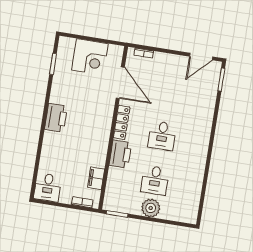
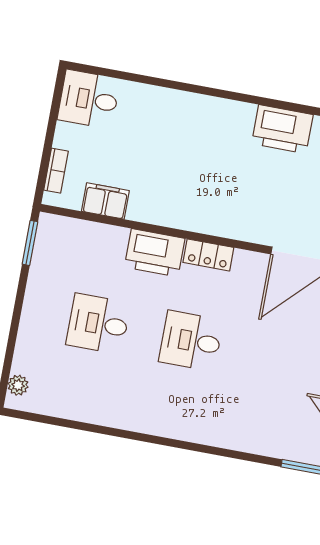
printer: (56, 118) -> (282, 129), moved
locker: (122, 122) -> (208, 255), width x0.66
plant: (151, 208) -> (18, 385), moved, width x0.53, depth x0.53

